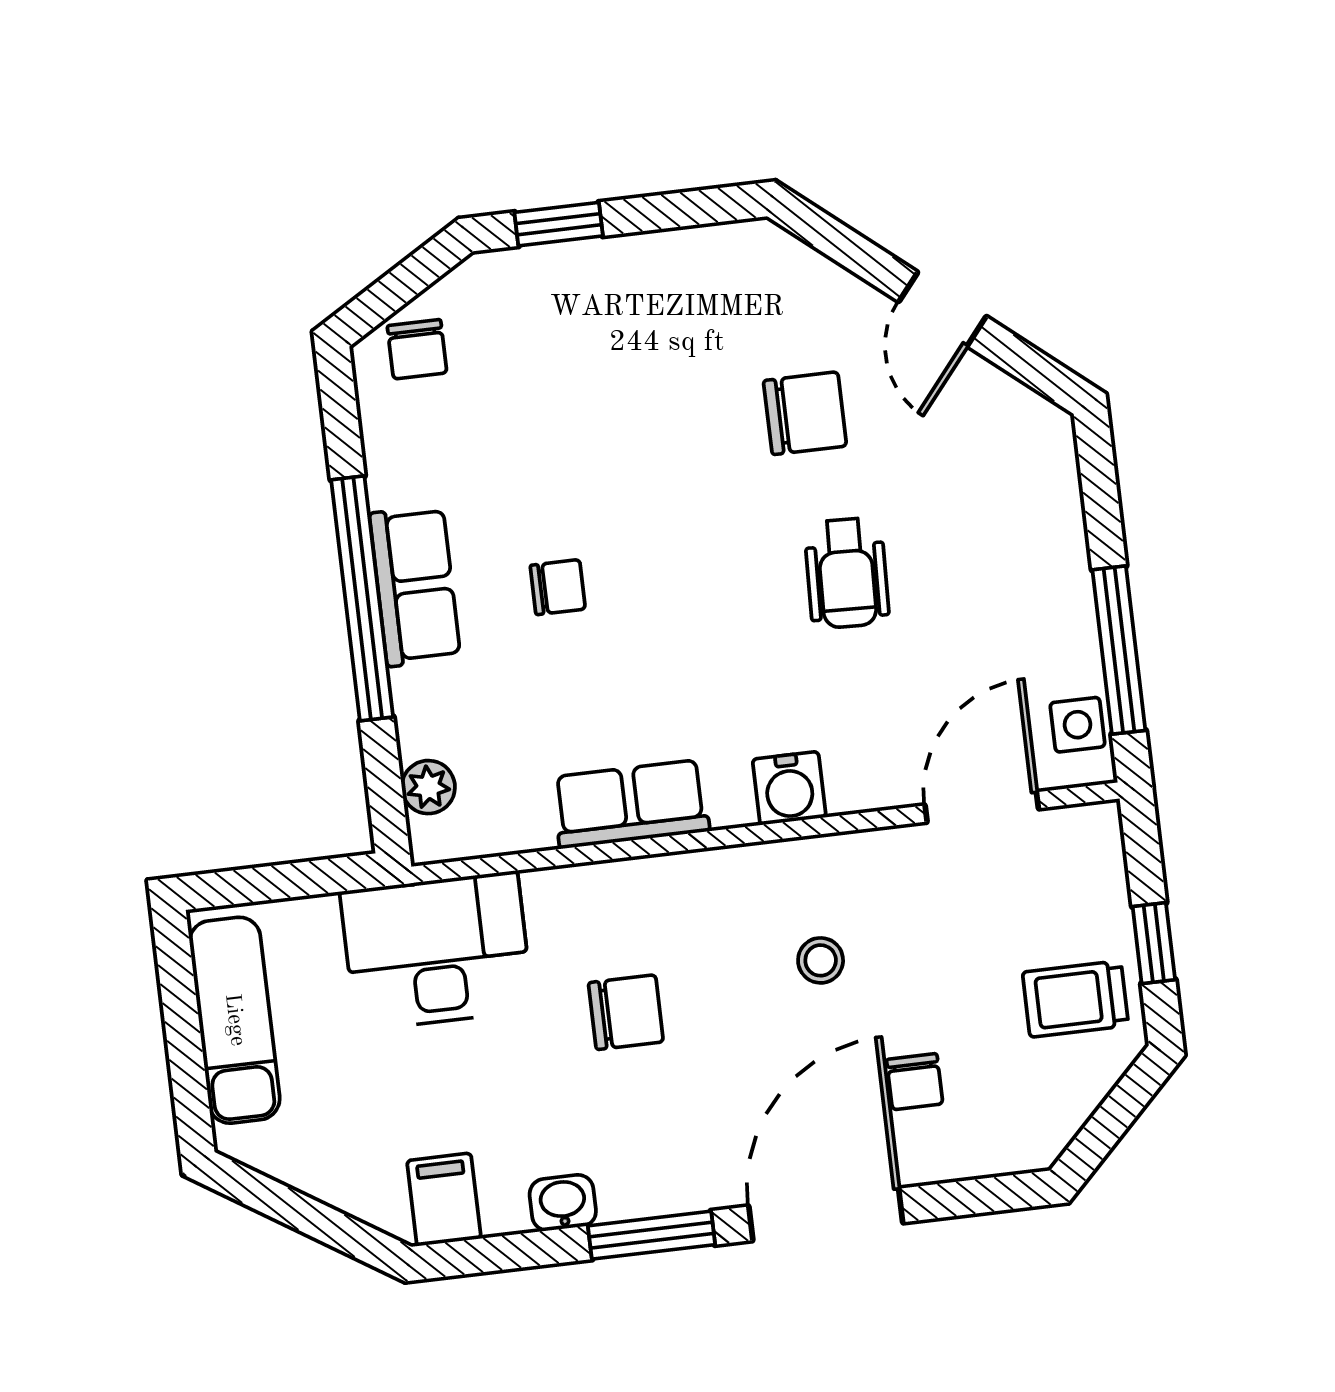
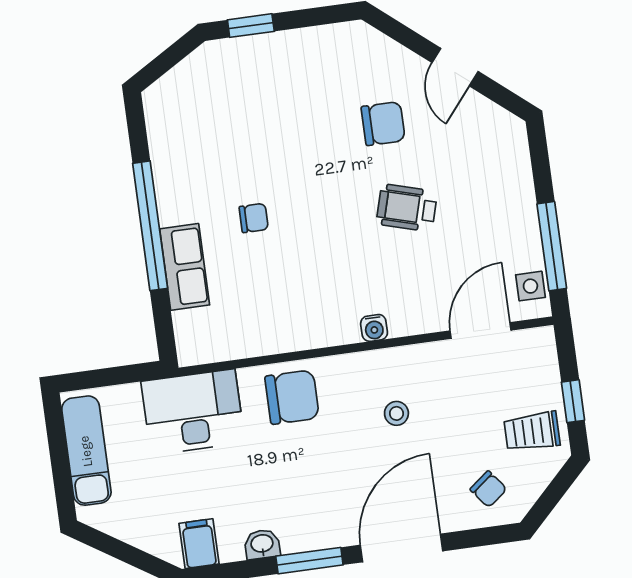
chair: (417, 349) -> (177, 93), removed
wheelchair: (847, 573) -> (407, 208), turned 104
row of seats: (415, 586) -> (185, 267), moved
plant: (428, 787) -> (187, 325), removed
water cooler: (789, 788) -> (374, 328), width x0.72, depth x0.72
row of seats: (631, 804) -> (294, 332), removed
chair: (626, 1012) -> (292, 397), moved, width x1.37, depth x1.37
chair: (915, 1082) -> (488, 489), moved, turned -38

